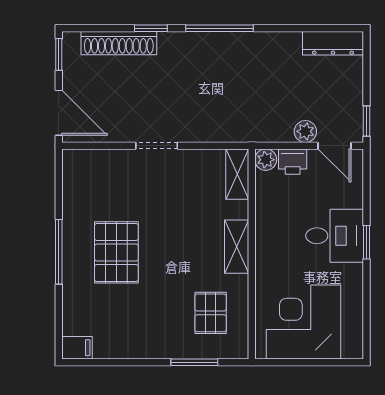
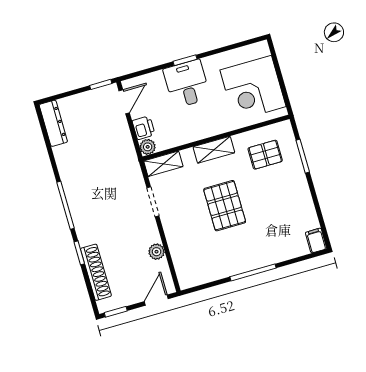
door: (59, 113) -> (156, 300), width x0.73
plant: (305, 131) -> (157, 252), moved
doorway: (157, 146) -> (153, 202), moved
pallet: (116, 252) -> (225, 206), moved, turned 90

